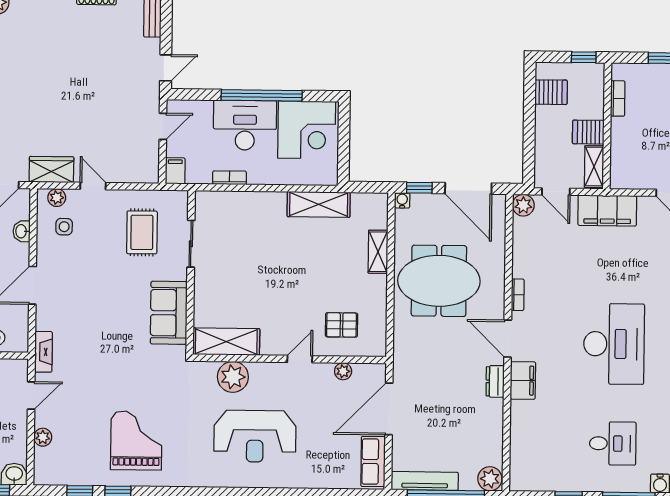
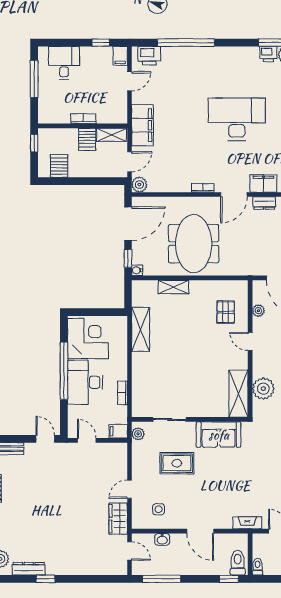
bookcase: (618, 98) -> (83, 119), moved
plant: (57, 198) -> (138, 434), moved
rug: (142, 232) -> (177, 463), moved

